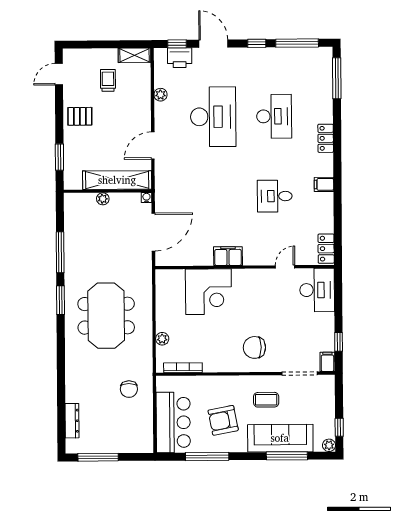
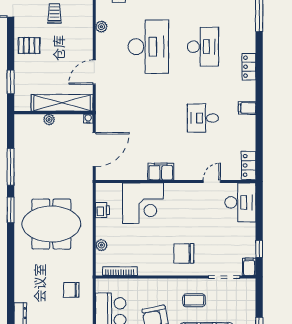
printer: (163, 300) -> (102, 210), added
meeting table: (106, 316) -> (51, 224), turned 90
chair: (129, 389) -> (71, 290), turned 90

